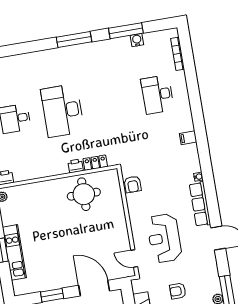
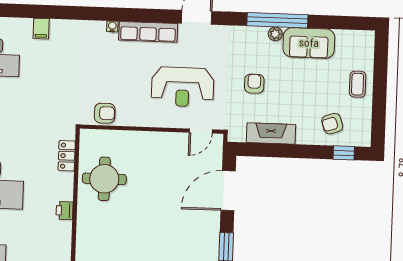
filing cabinet: (188, 138) -> (41, 29), moved
printer: (76, 166) -> (65, 211), moved
armchair: (178, 291) -> (254, 84), turned 180

